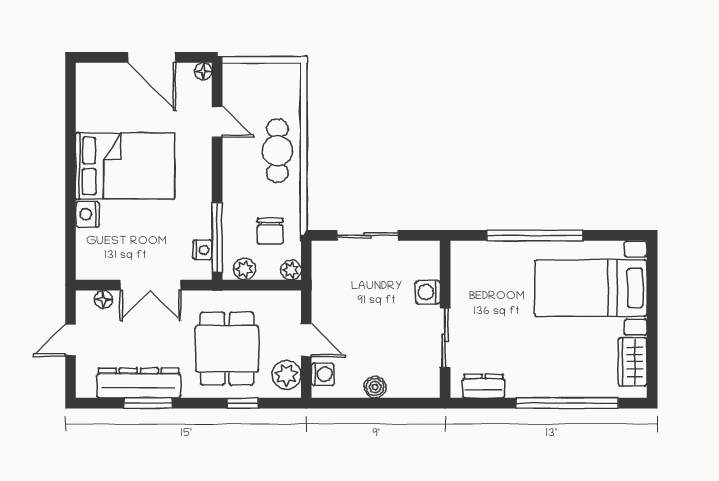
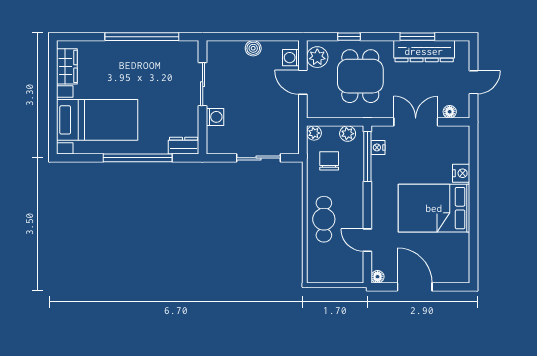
dresser: (484, 386) -> (184, 146), moved, turned 180
window: (567, 403) -> (142, 37), moved

